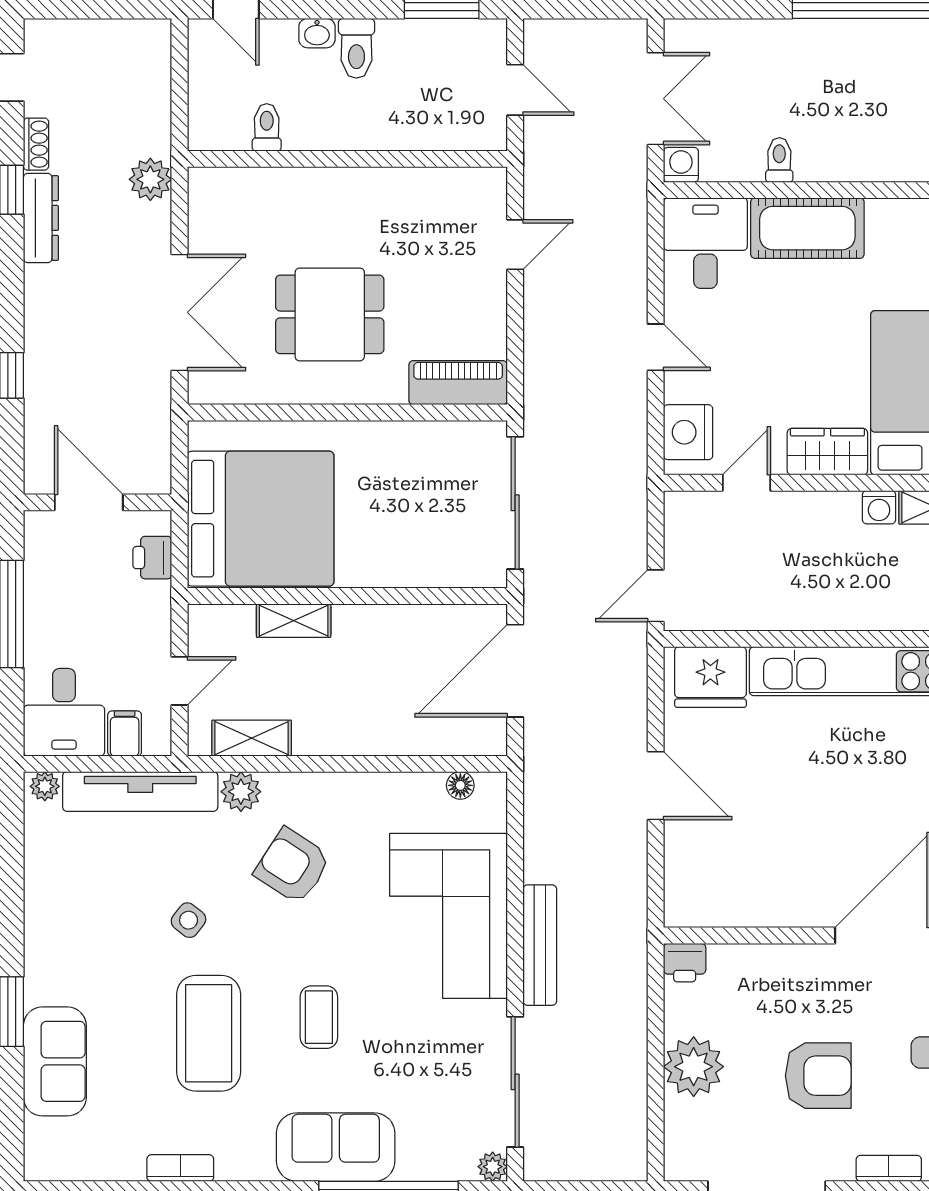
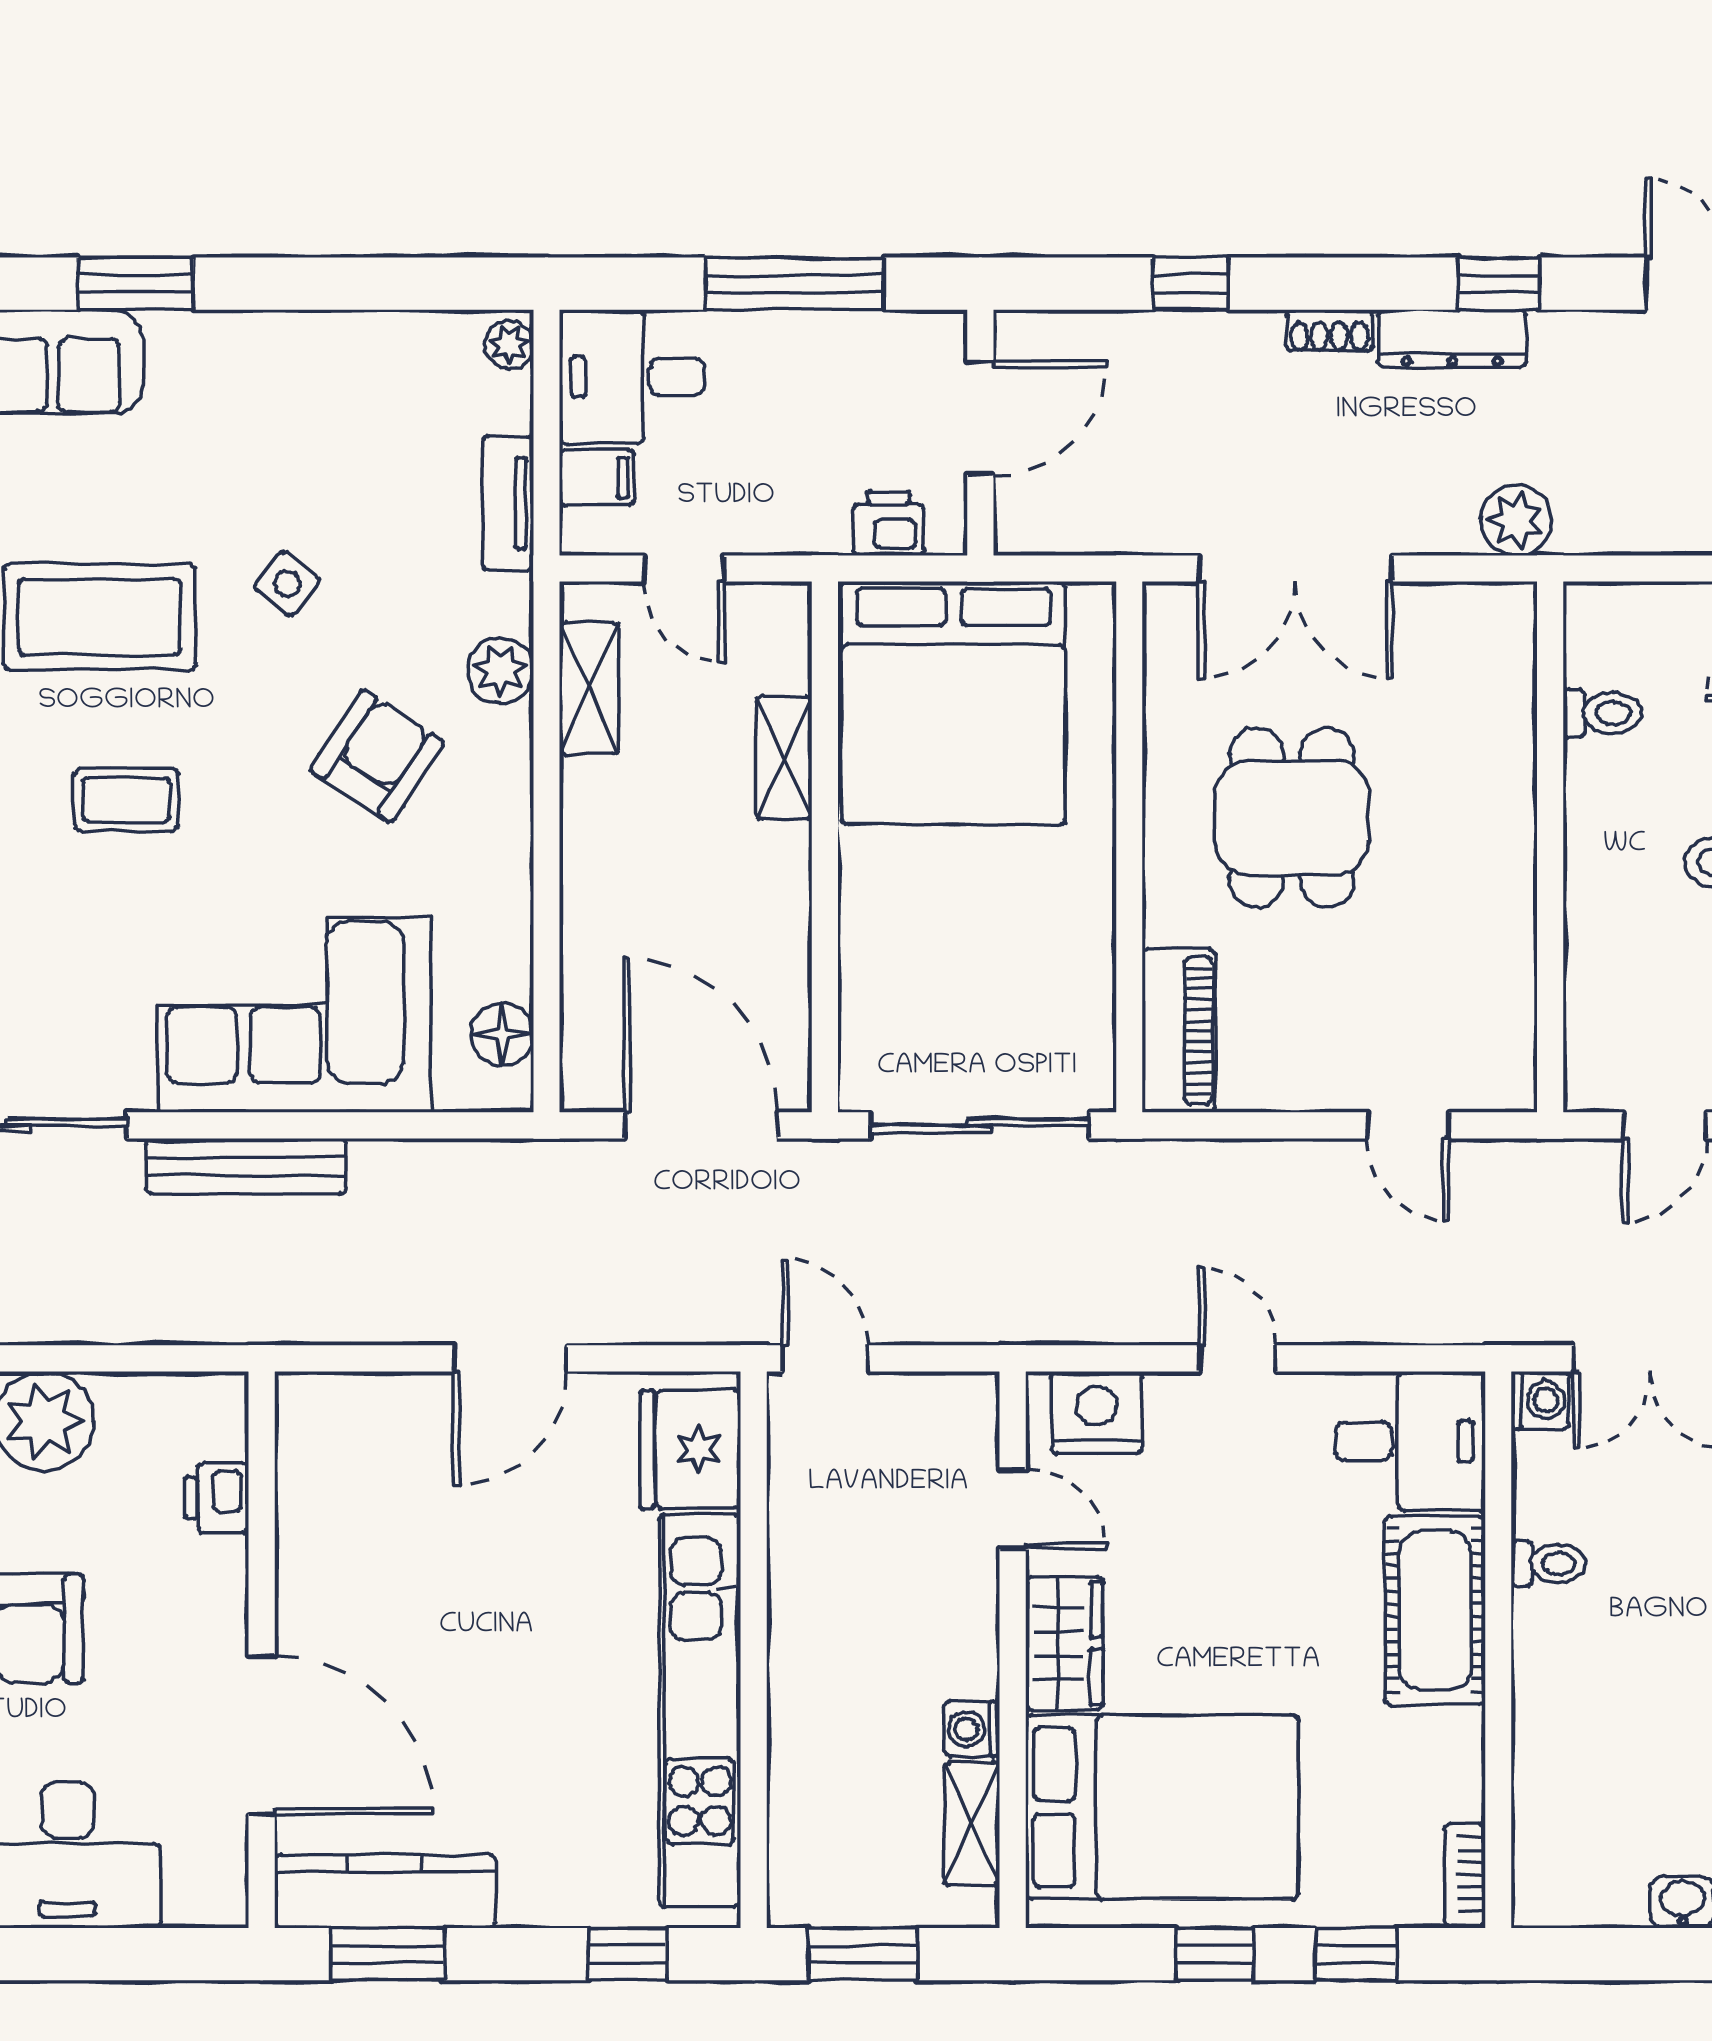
shoe rack: (36, 144) -> (1329, 331), moved
door: (656, 347) -> (1238, 1358), swing flipped
floor lamp: (460, 785) -> (502, 1034), width x1.37, depth x1.37
tv unit: (140, 791) -> (508, 503), width x0.52, depth x0.78
printer: (685, 963) -> (217, 1498), moved

